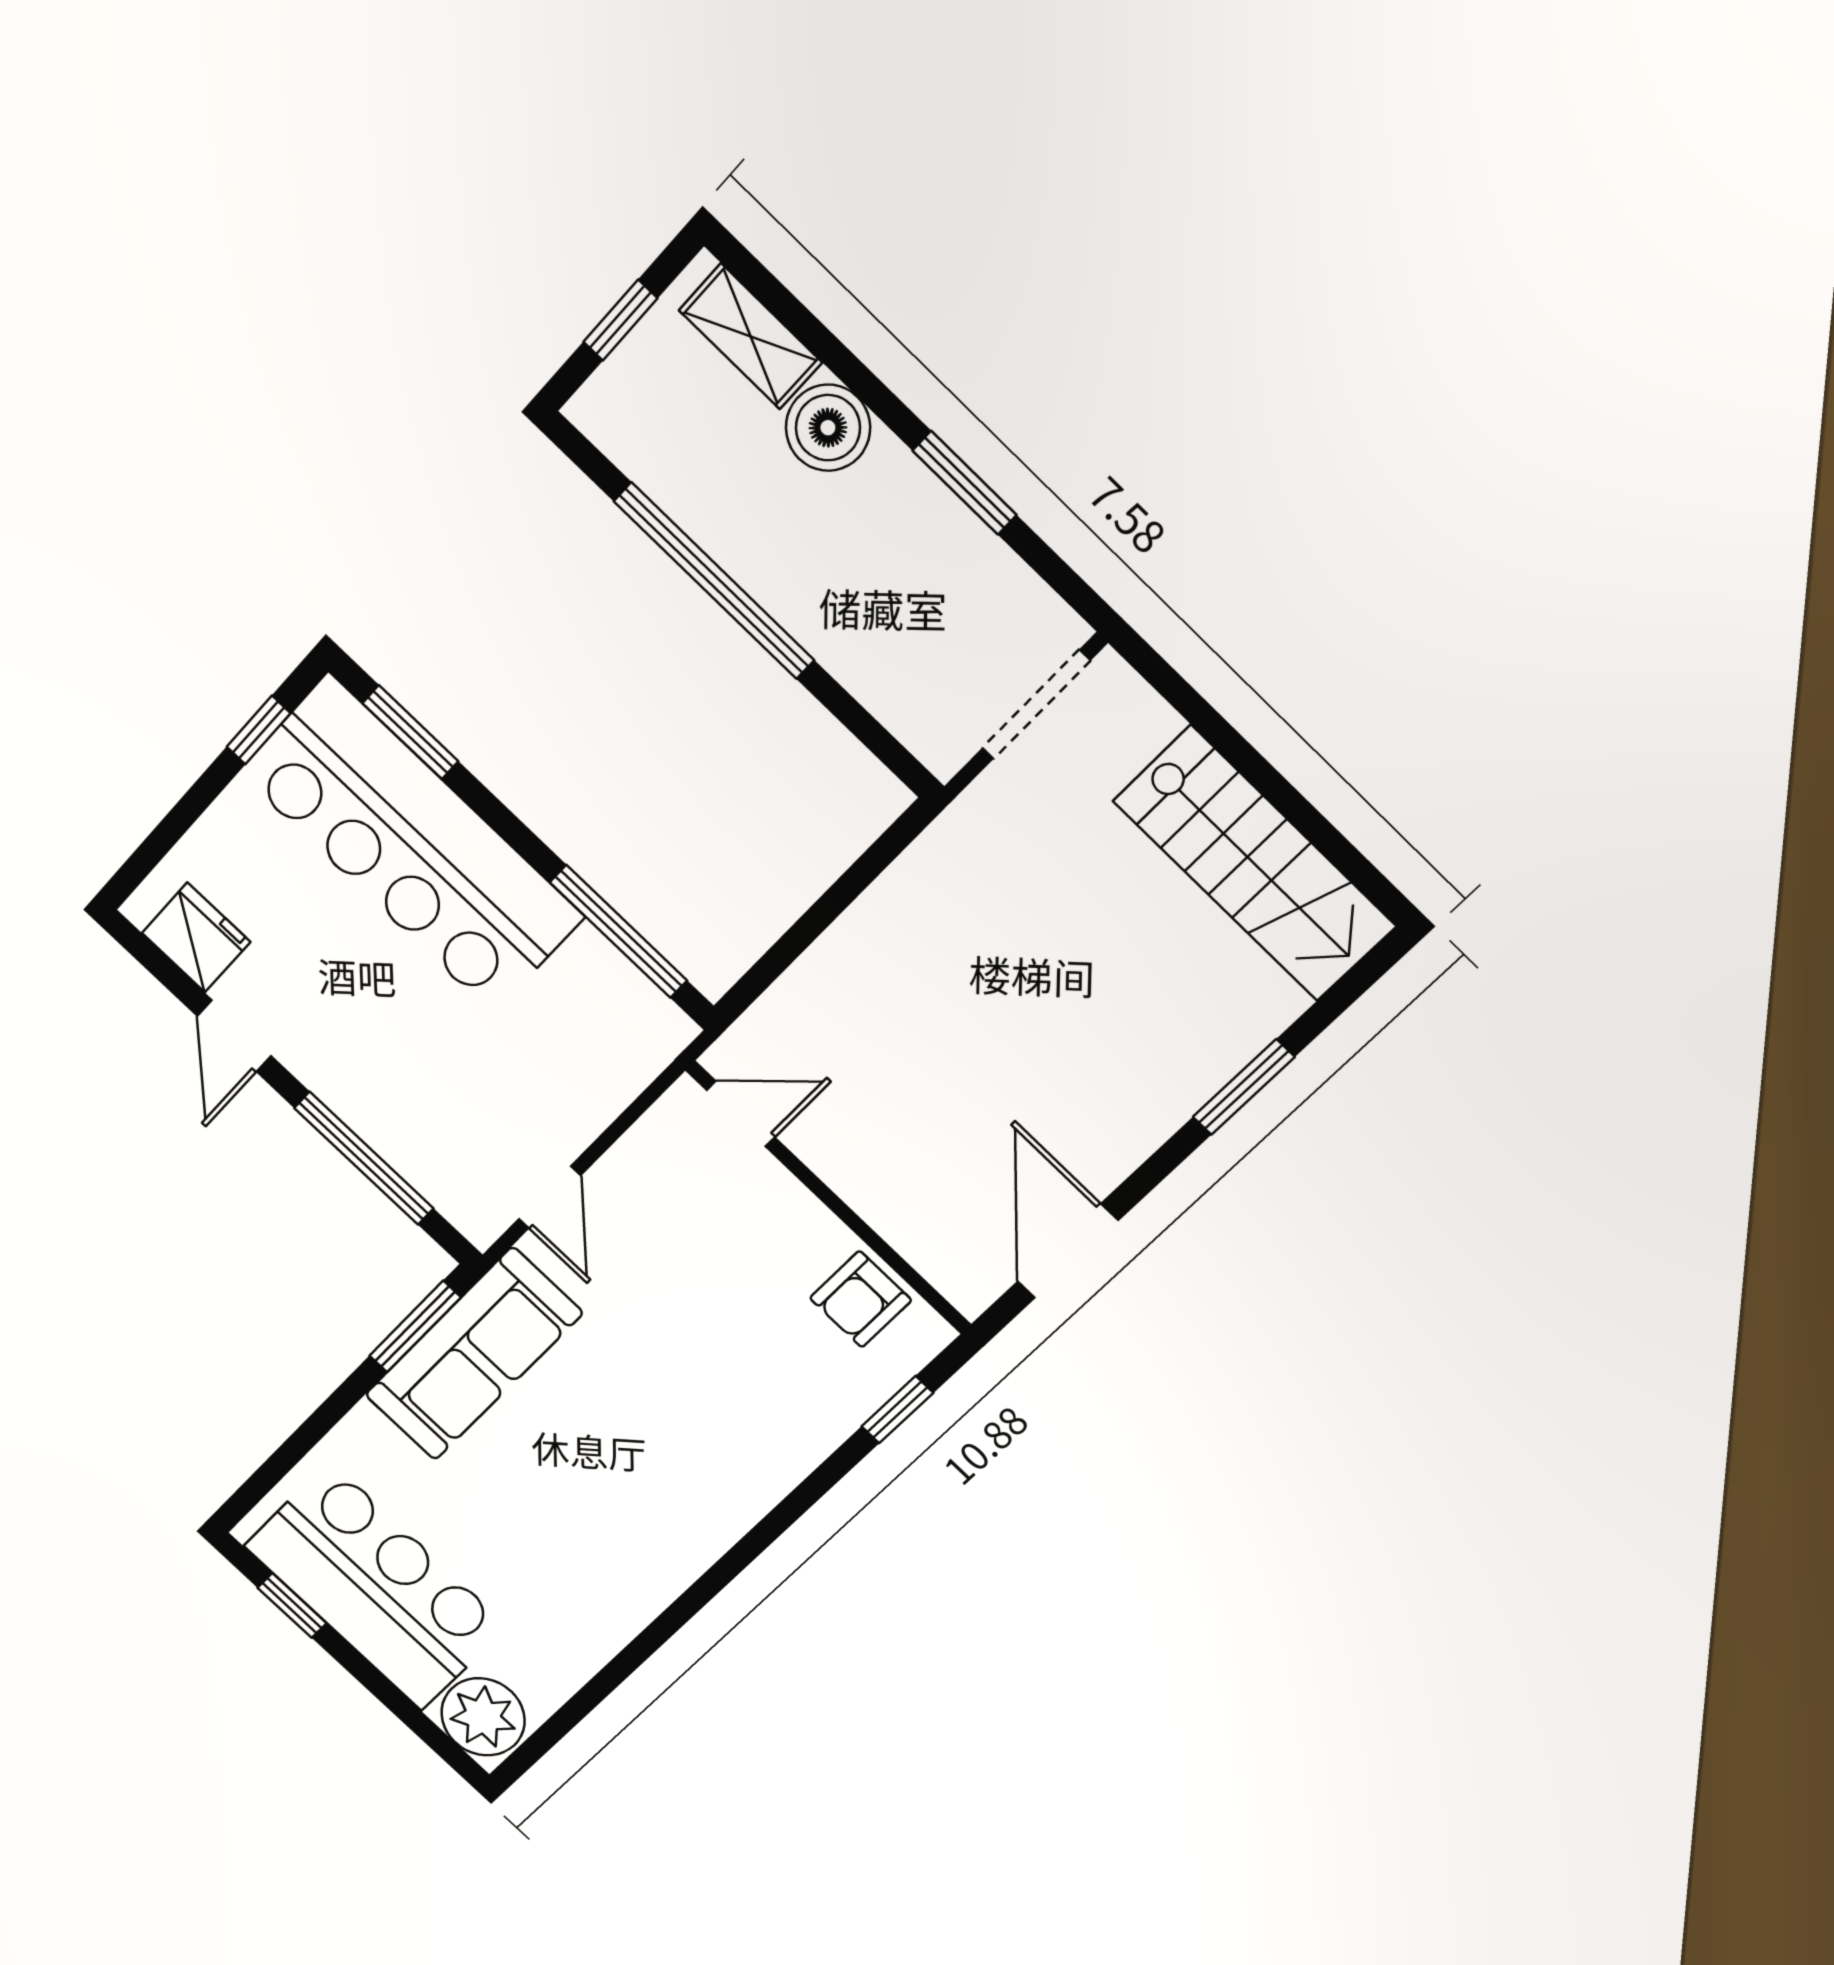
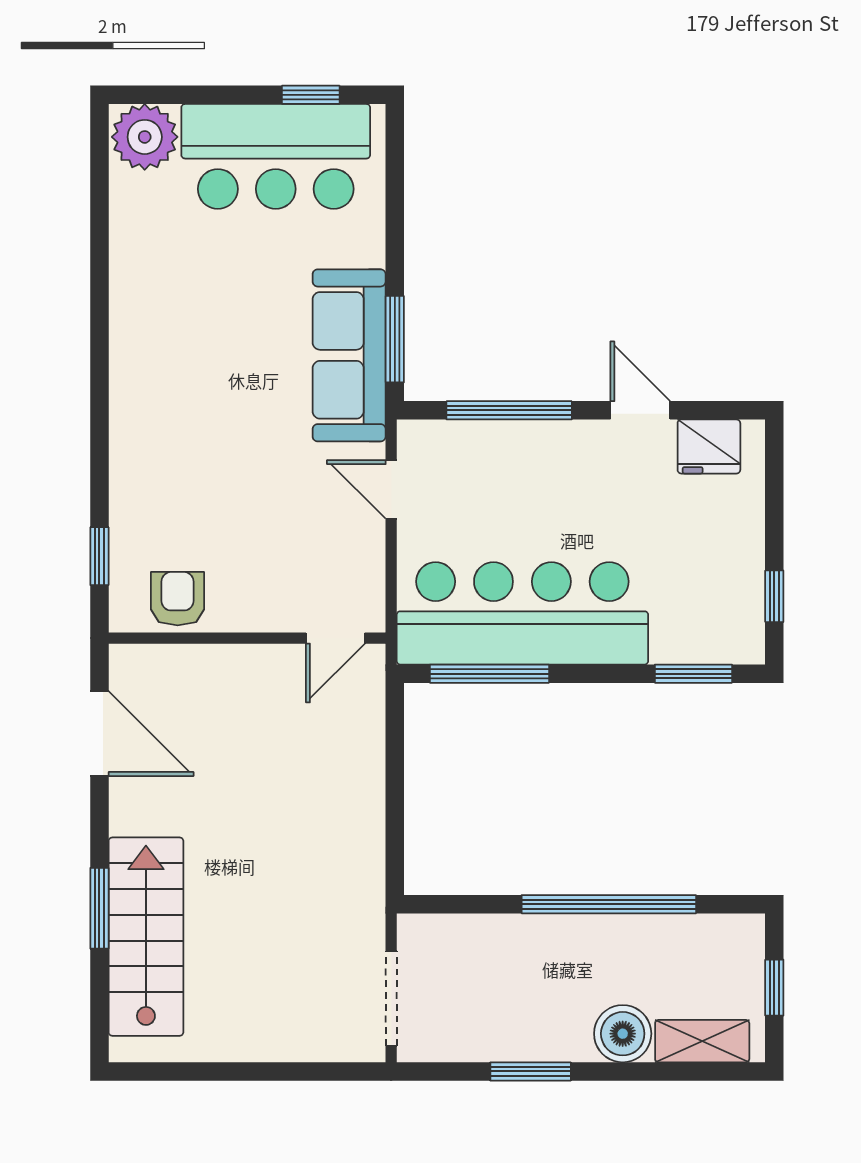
bar counter: (411, 845) -> (522, 613), moved
stairs: (1254, 864) -> (146, 937), moved, turned 90

